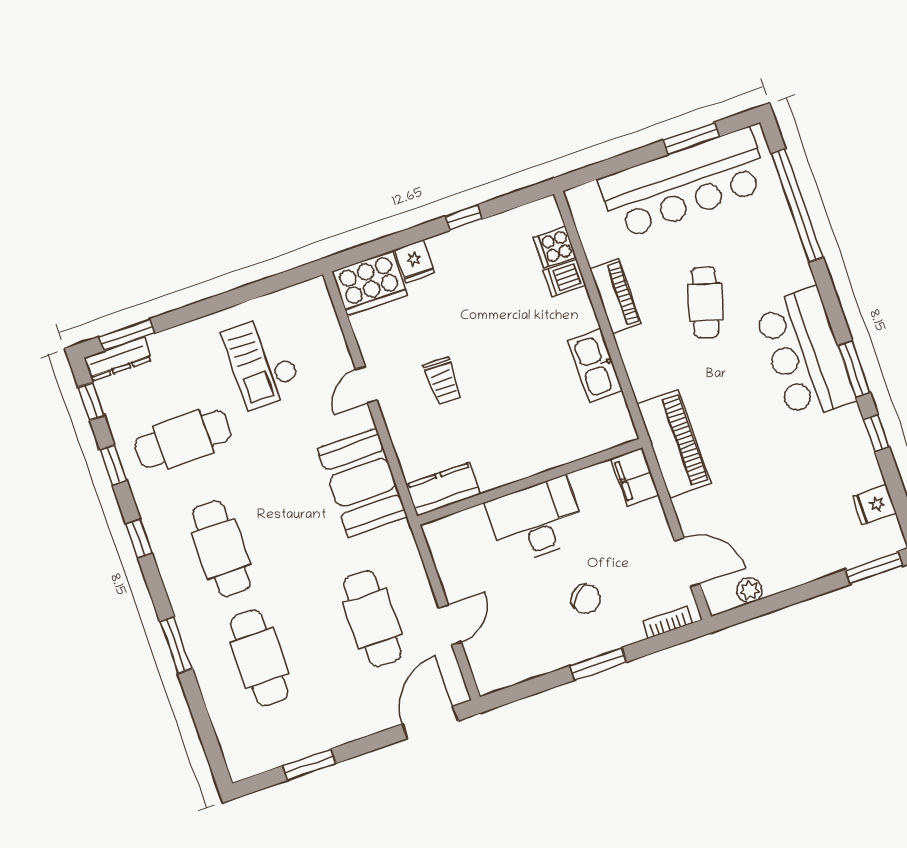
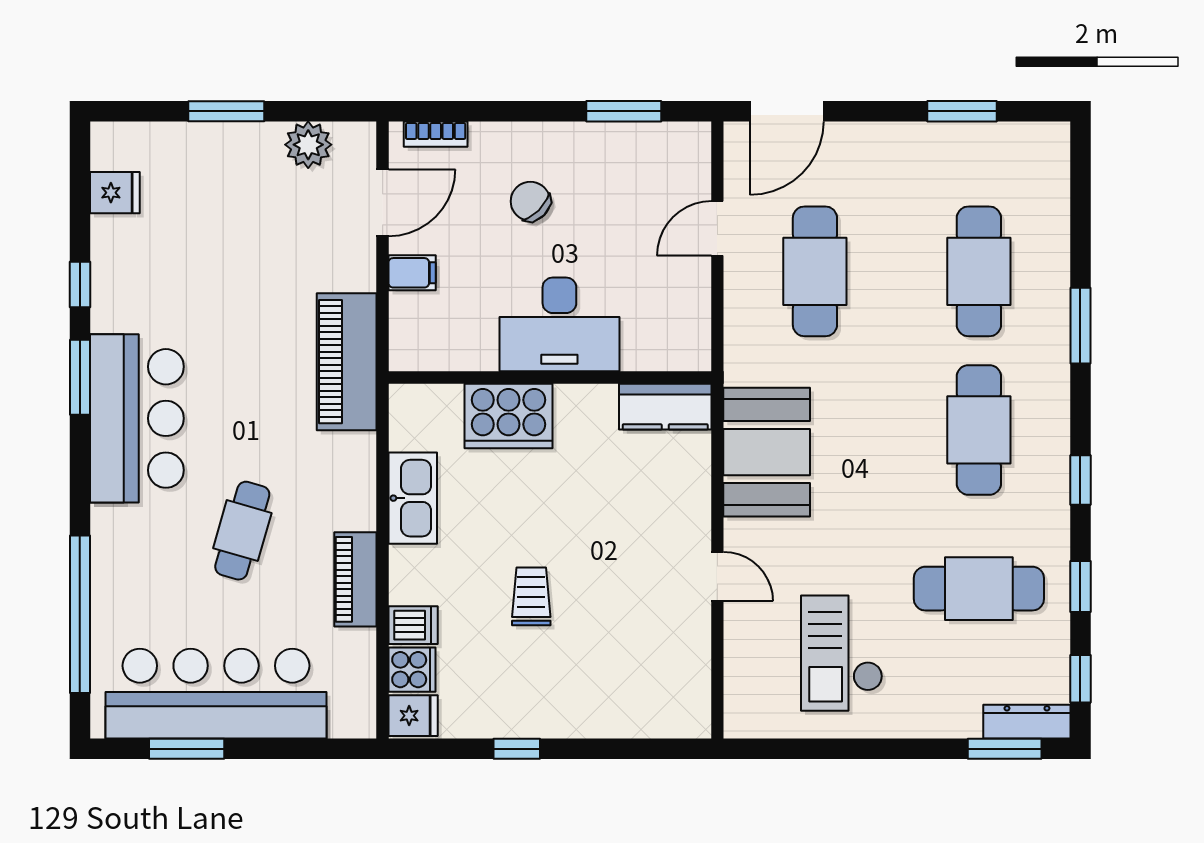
fridge: (414, 261) -> (413, 716), moved, turned 90
cooker: (370, 283) -> (509, 416), moved, turned 180
checkout: (262, 362) -> (842, 653), turned 180
trolley: (443, 381) -> (531, 596), moved
door: (366, 385) -> (717, 577), hinge flipped
filing cabinet: (635, 477) -> (412, 273), moved, width x0.50
door: (687, 562) -> (383, 203), swing flipped
window: (874, 568) -> (226, 111), moved
plant: (750, 590) -> (308, 145), width x1.38, depth x1.38
window: (598, 664) -> (624, 111), moved

